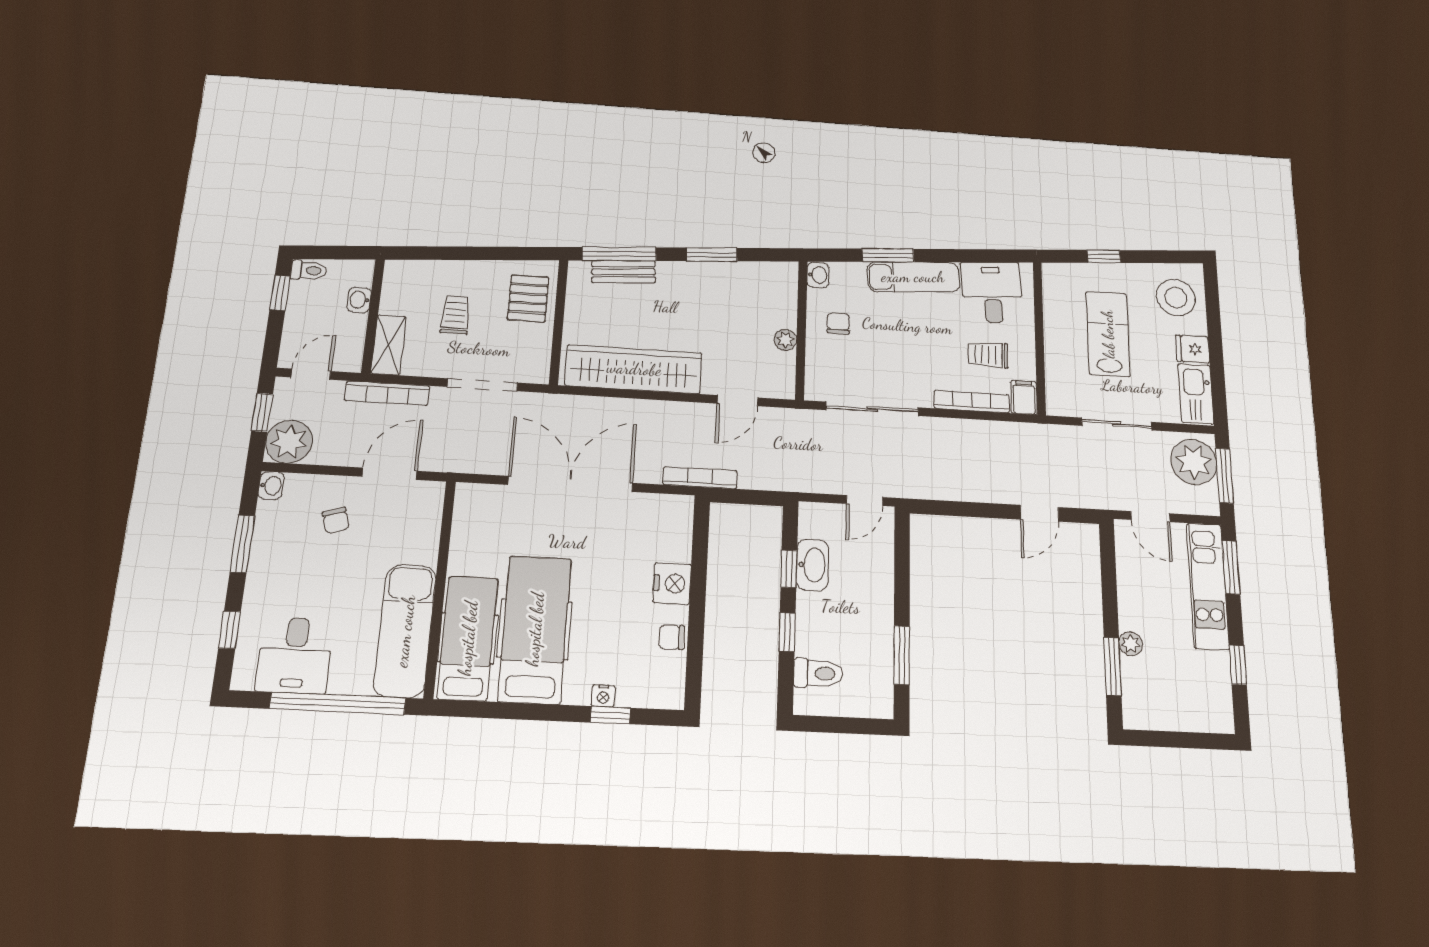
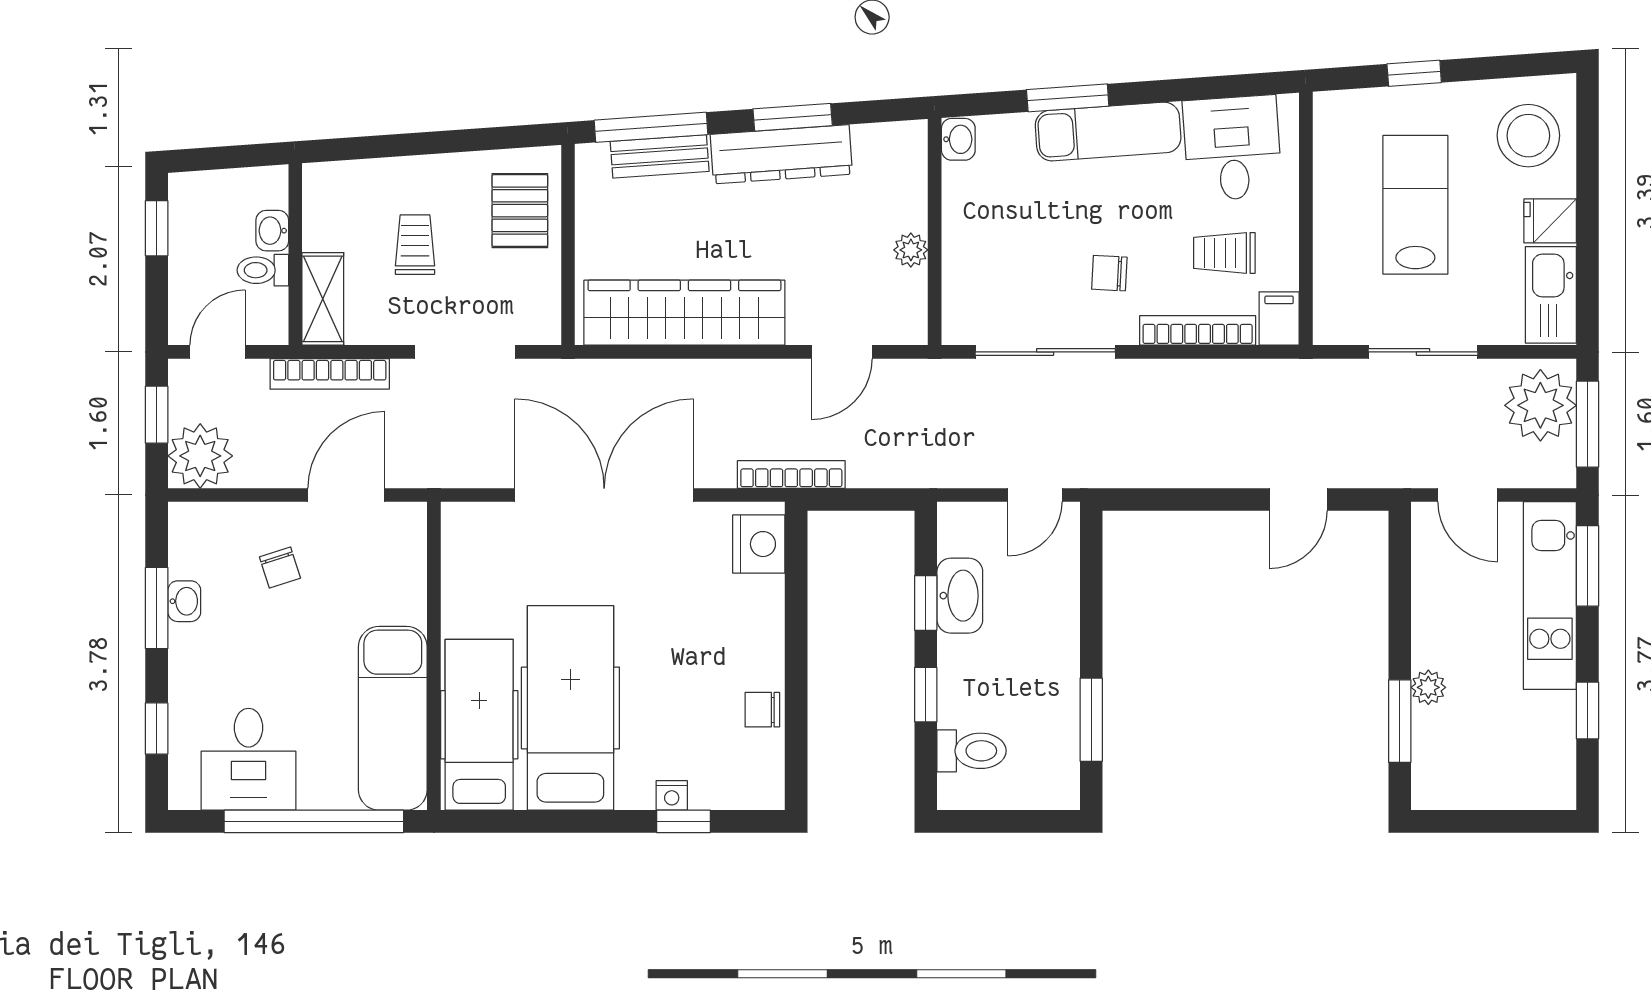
toilet: (309, 270) -> (263, 270), moved, turned 180
dresser: (703, 276) -> (781, 154), added
chair: (838, 323) -> (1109, 273), moved, turned -87
washbasin: (271, 486) -> (184, 601), moved
nightstand: (672, 583) -> (759, 544), moved

